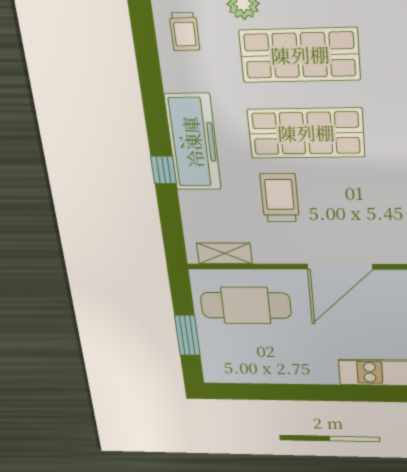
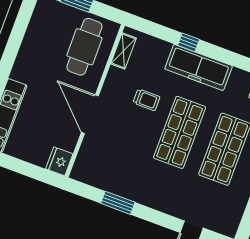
trolley: (280, 198) -> (146, 100), width x0.73, depth x0.72

